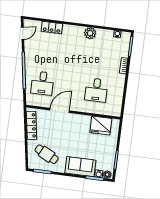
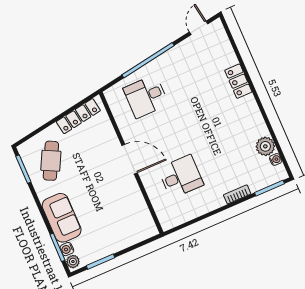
locker: (52, 28) -> (238, 81), moved
door: (23, 33) -> (199, 28), swing flipped
plant: (90, 33) -> (265, 146), moved
desk: (96, 90) -> (181, 177), turned 180
door: (60, 110) -> (130, 159), moved
fridge: (101, 125) -> (136, 212), removed

